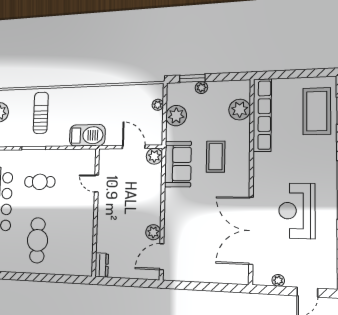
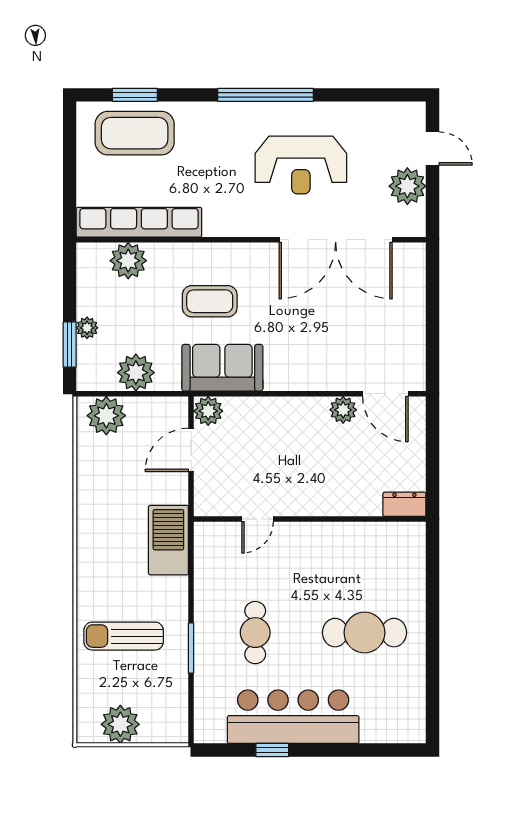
plant: (158, 105) -> (106, 416), width x1.88, depth x1.88
plant: (278, 280) -> (407, 186), width x1.88, depth x1.88

